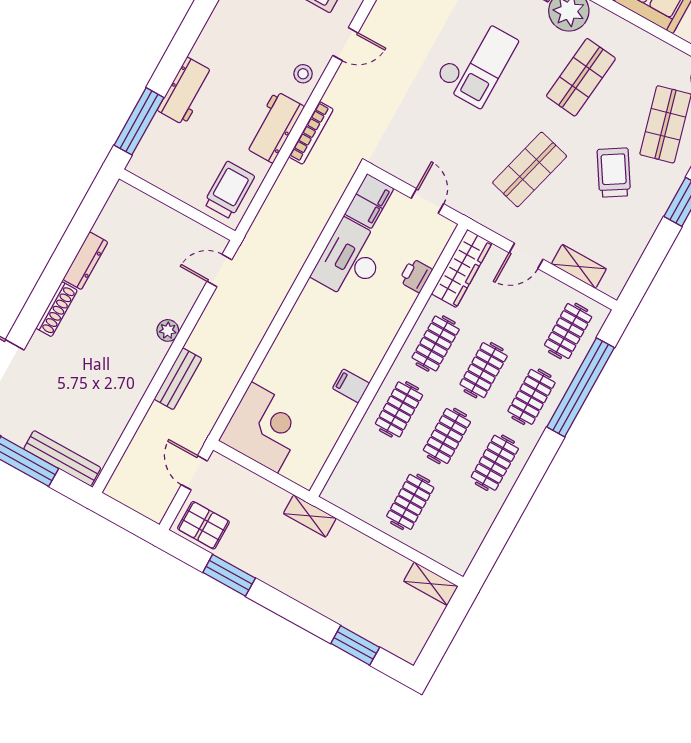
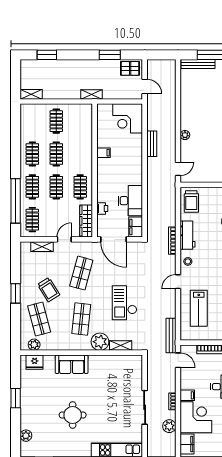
door: (427, 201) -> (114, 239), width x1.87
bench: (178, 379) -> (152, 144), moved
clothes rail: (399, 409) -> (80, 154), removed

